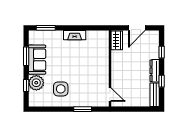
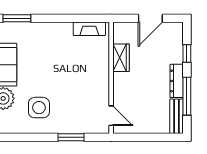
fireplace: (75, 35) -> (89, 29), moved
wardrobe: (117, 40) -> (121, 58), moved
window: (162, 81) -> (187, 96), width x2.17

